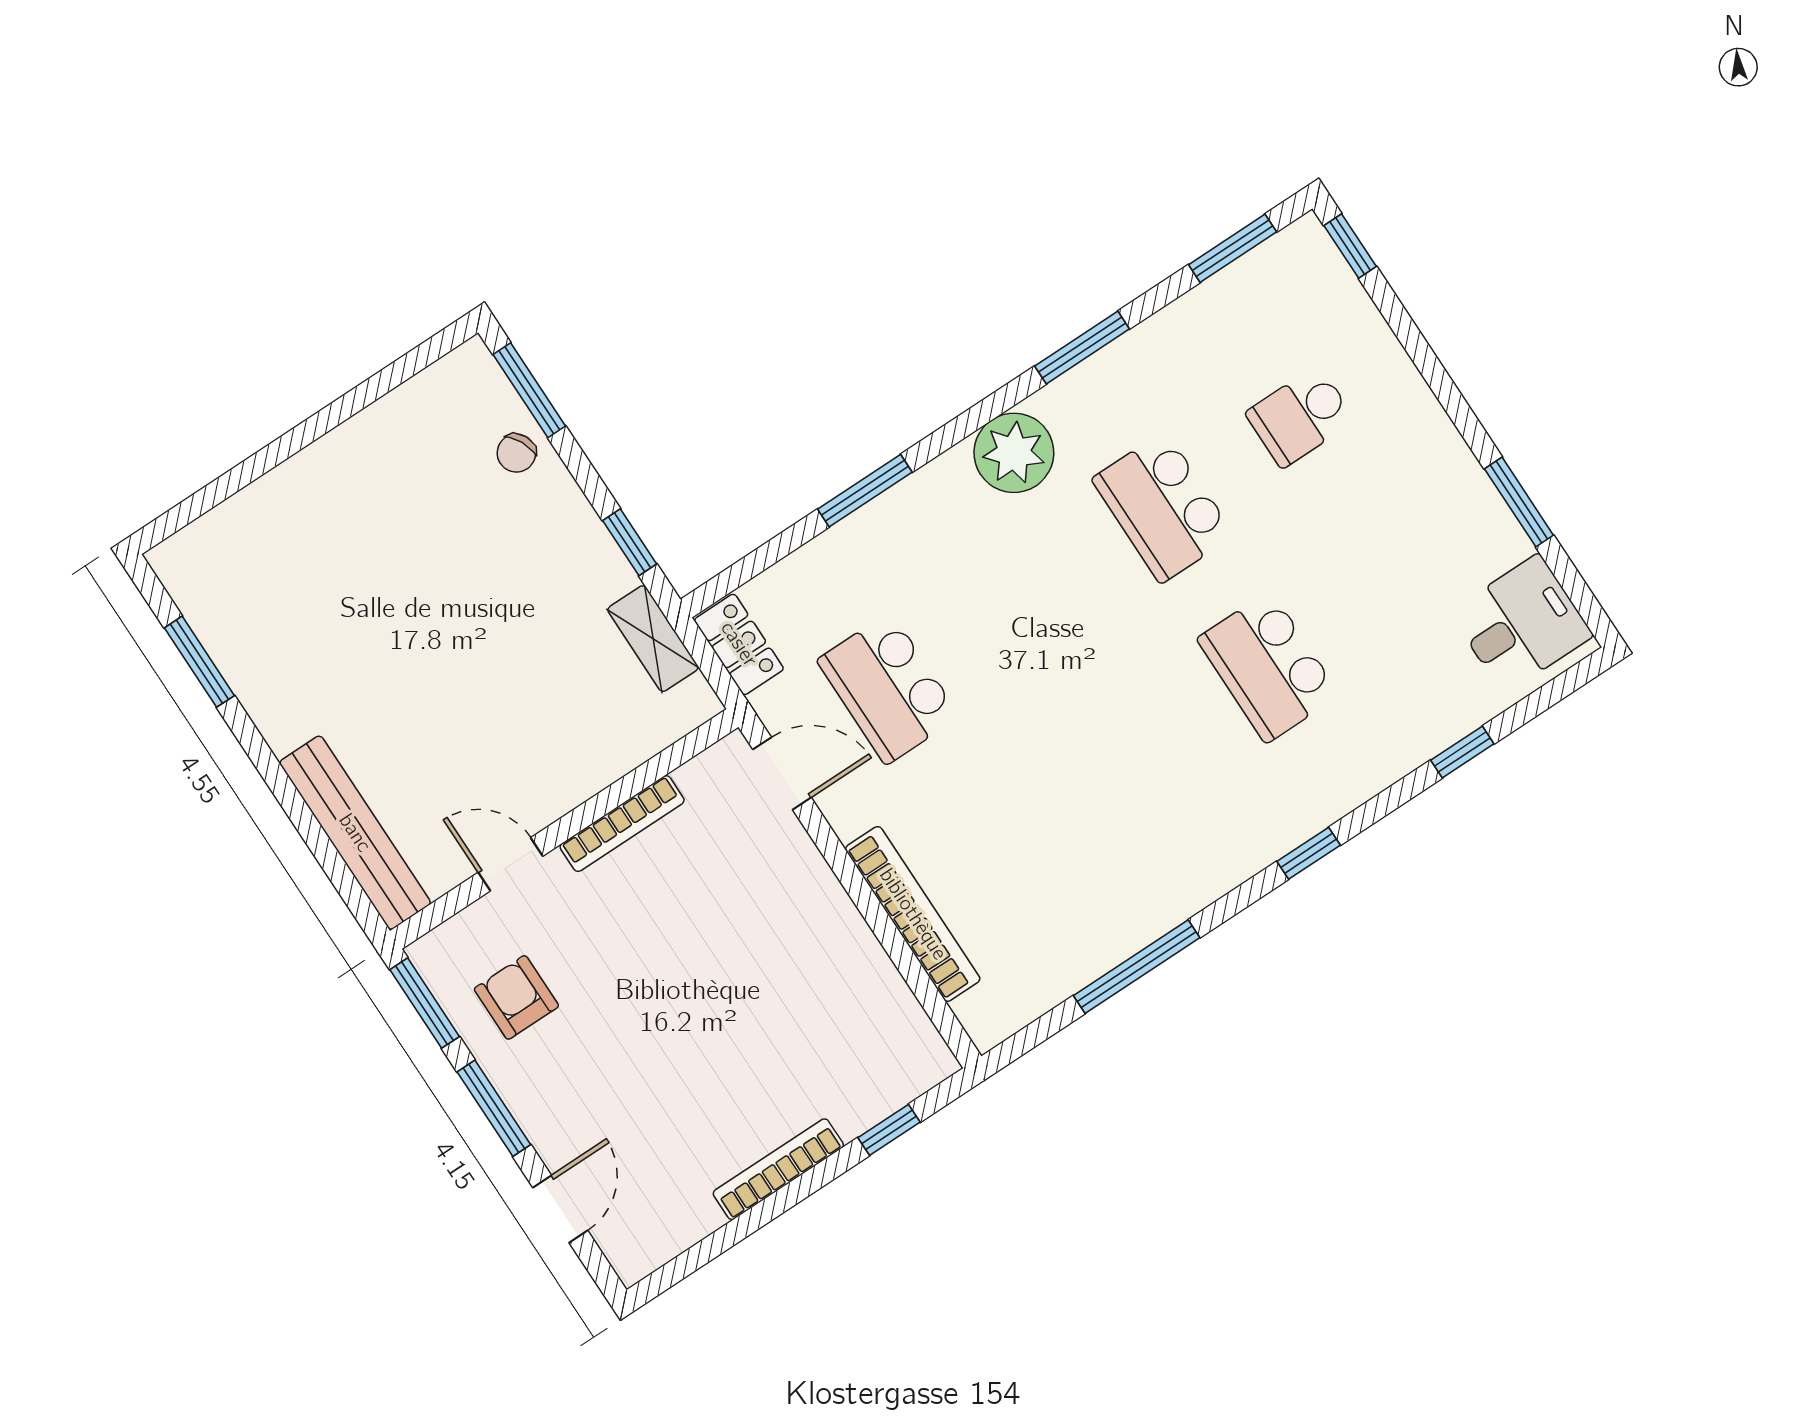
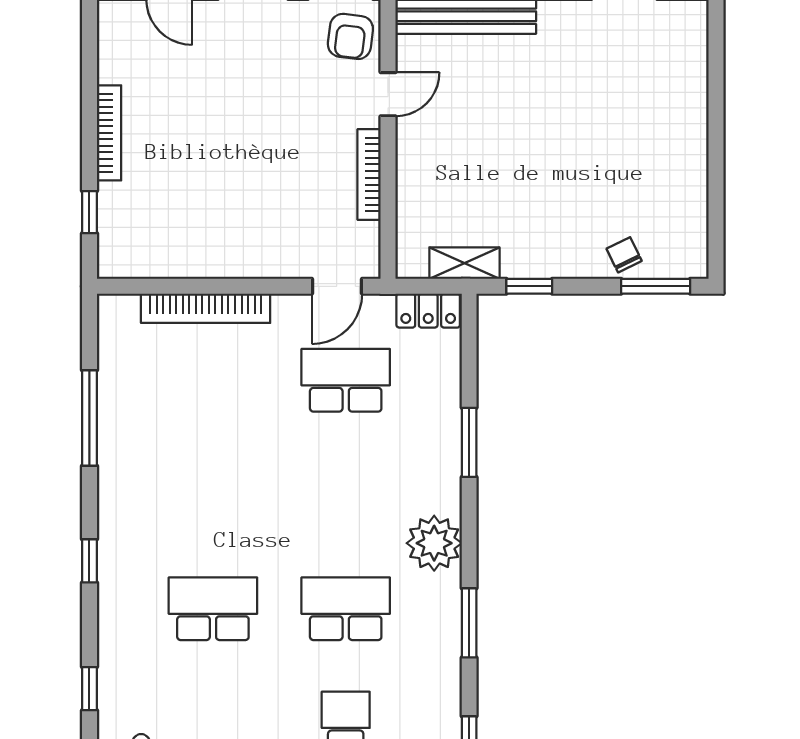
armchair: (516, 997) -> (350, 36), moved, turned 97

